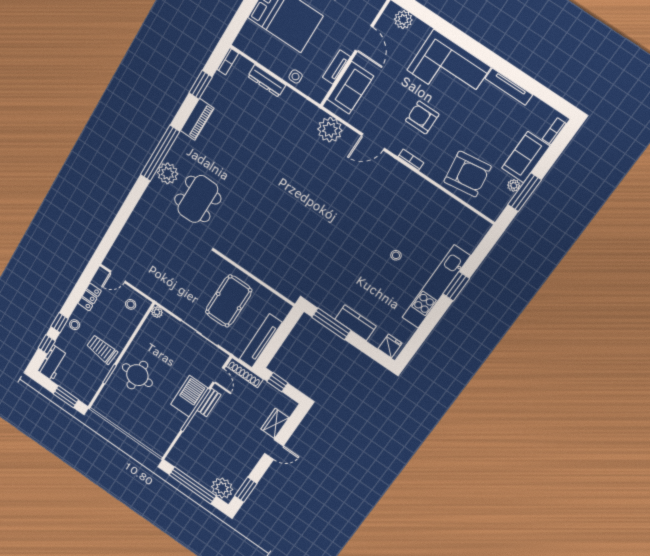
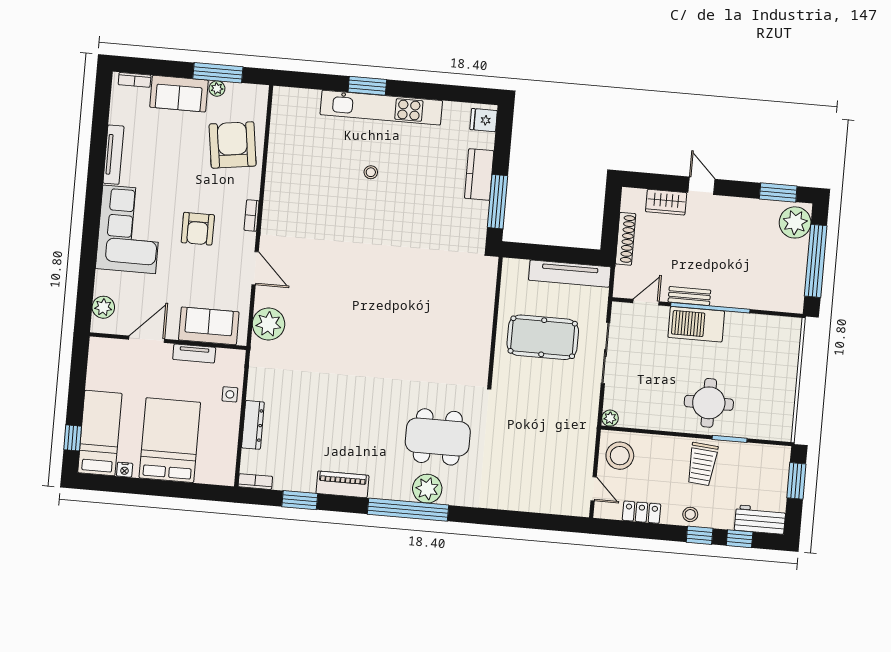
stool: (131, 304) -> (620, 456), width x1.89, depth x1.89
shoe rack: (245, 373) -> (626, 239), moved
window: (277, 382) -> (610, 227), removed

